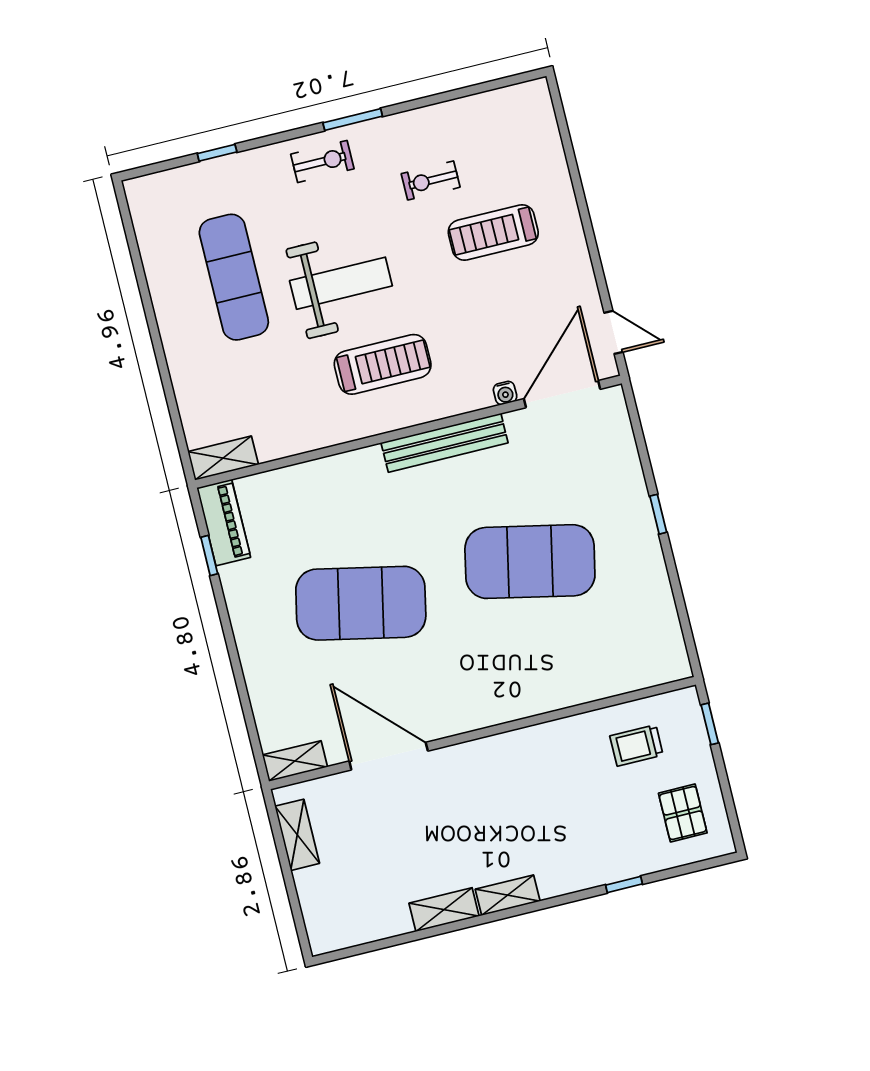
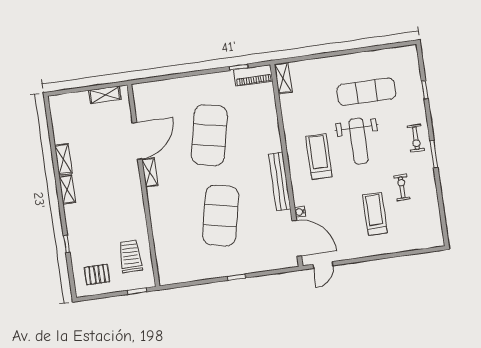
treadmill: (383, 364) -> (319, 157), turned 180
trolley: (636, 745) -> (130, 256), width x1.36, depth x1.39
shelving: (295, 761) -> (150, 172), moved

